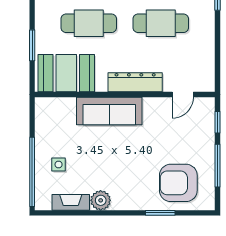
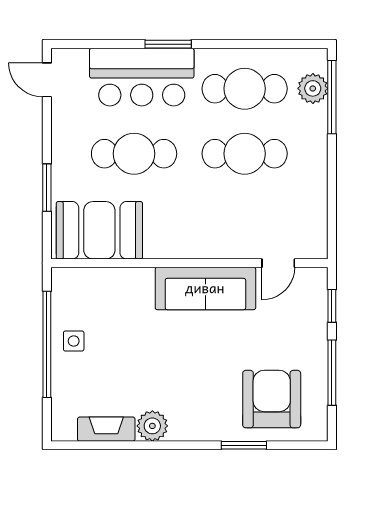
dresser: (135, 82) -> (205, 244), removed
sofa: (109, 111) -> (205, 288), moved
side table: (59, 165) -> (74, 341), moved
window: (32, 172) -> (47, 344), moved
armchair: (178, 183) -> (272, 399), turned 90

